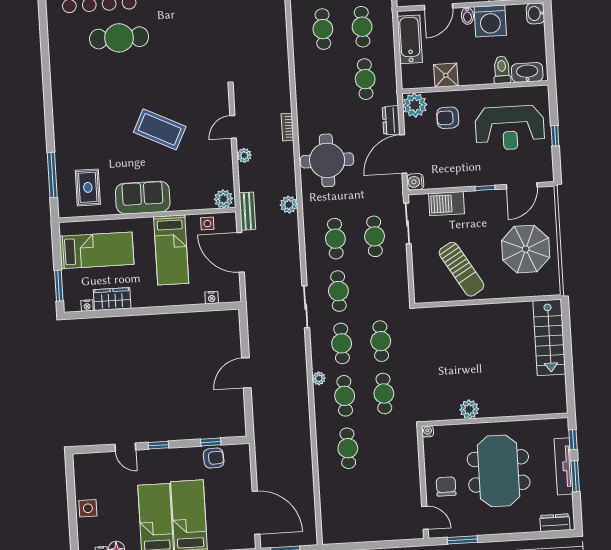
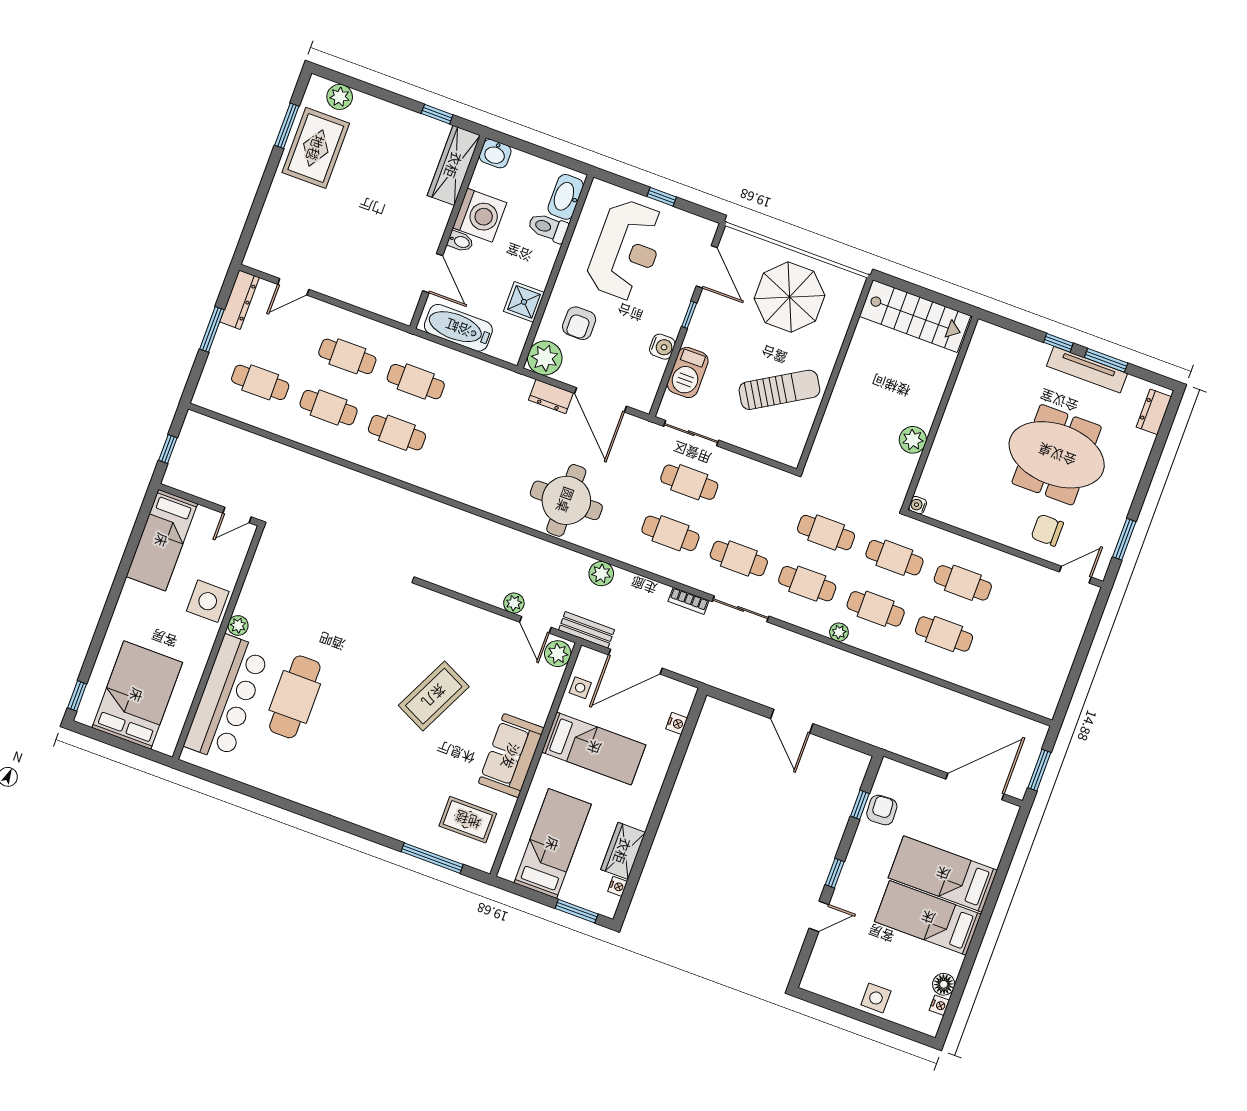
cafe table: (365, 79) -> (963, 583), moved
door: (233, 127) -> (535, 625), moved
bookcase: (287, 127) -> (689, 601), moved
water cooler: (415, 182) -> (662, 347), moved, turned -90
plant: (469, 409) -> (913, 440), moved
wall: (495, 420) -> (940, 413), moved
water cooler: (428, 431) -> (918, 505), moved

